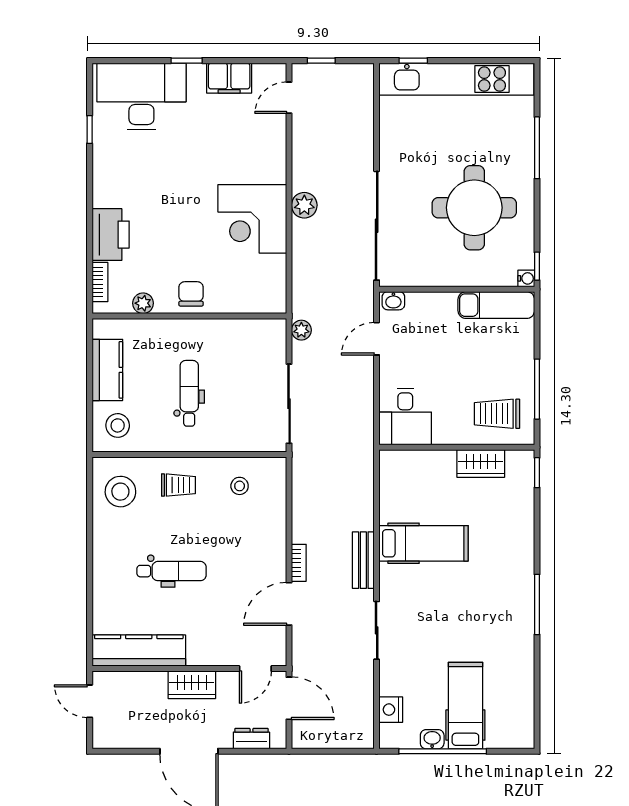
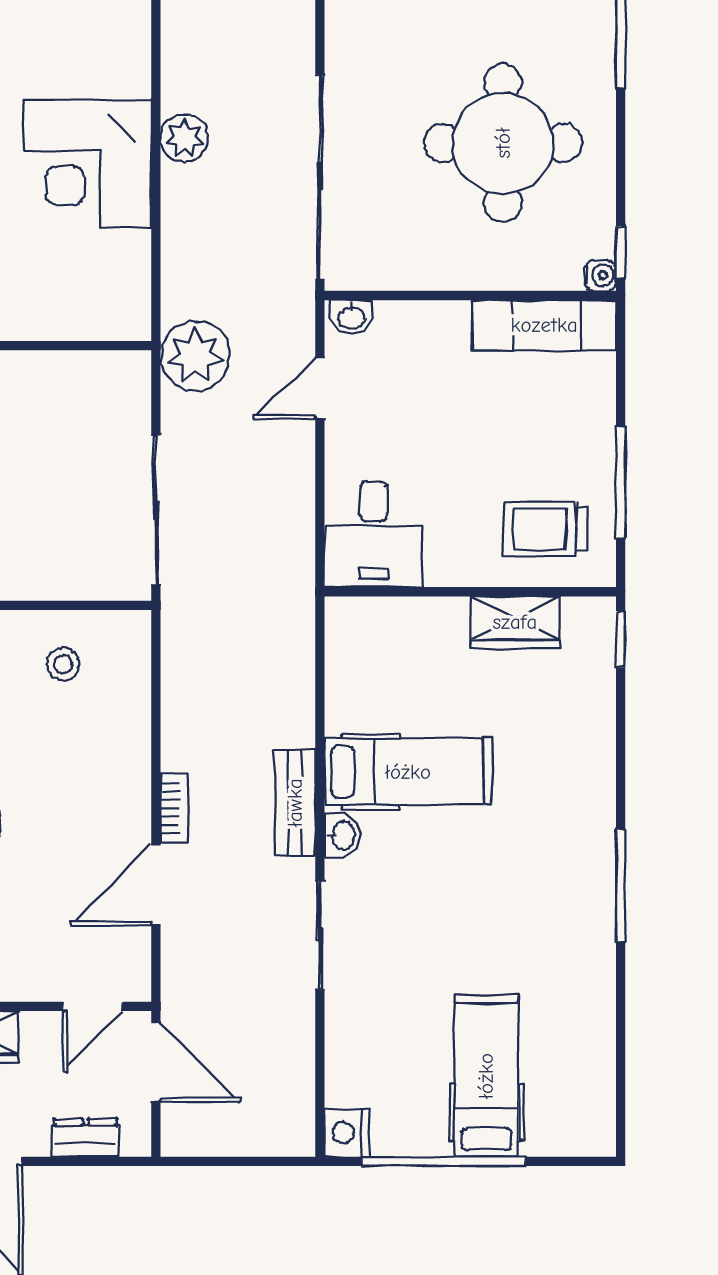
plant: (301, 330) -> (195, 356), width x1.87, depth x1.87
nightstand: (391, 710) -> (347, 1133), moved
washbasin: (432, 739) -> (342, 835), moved, turned 90

